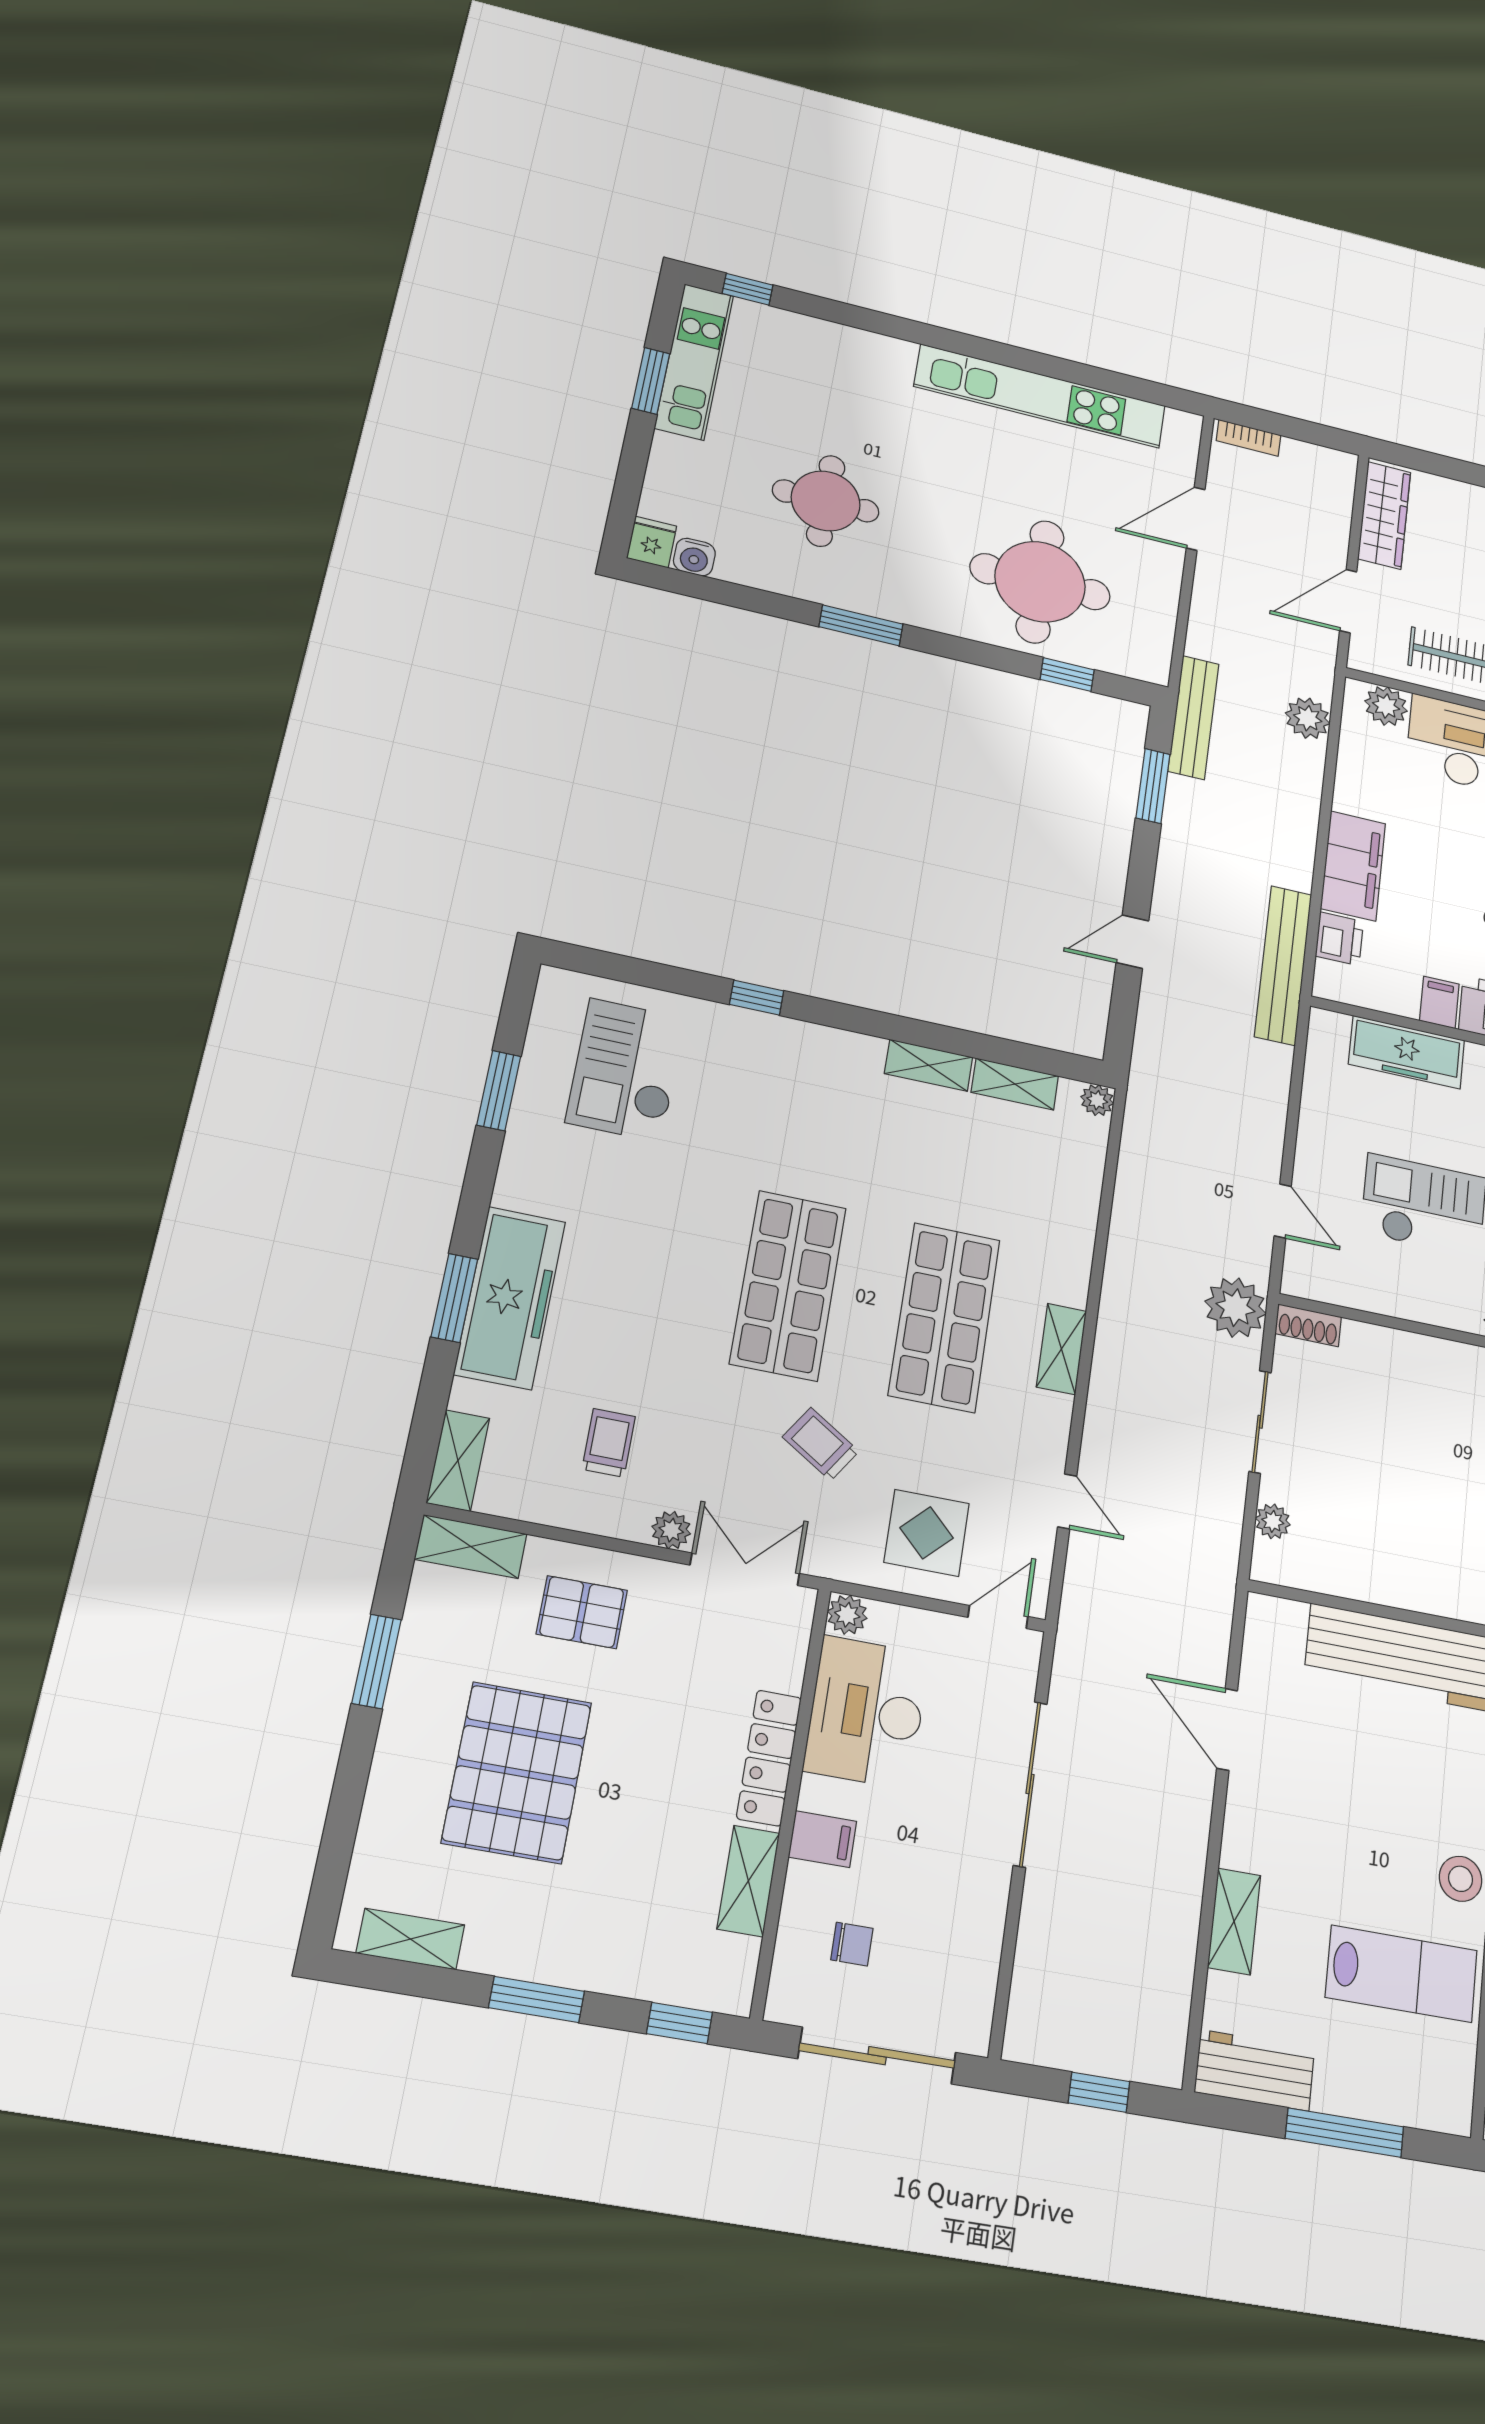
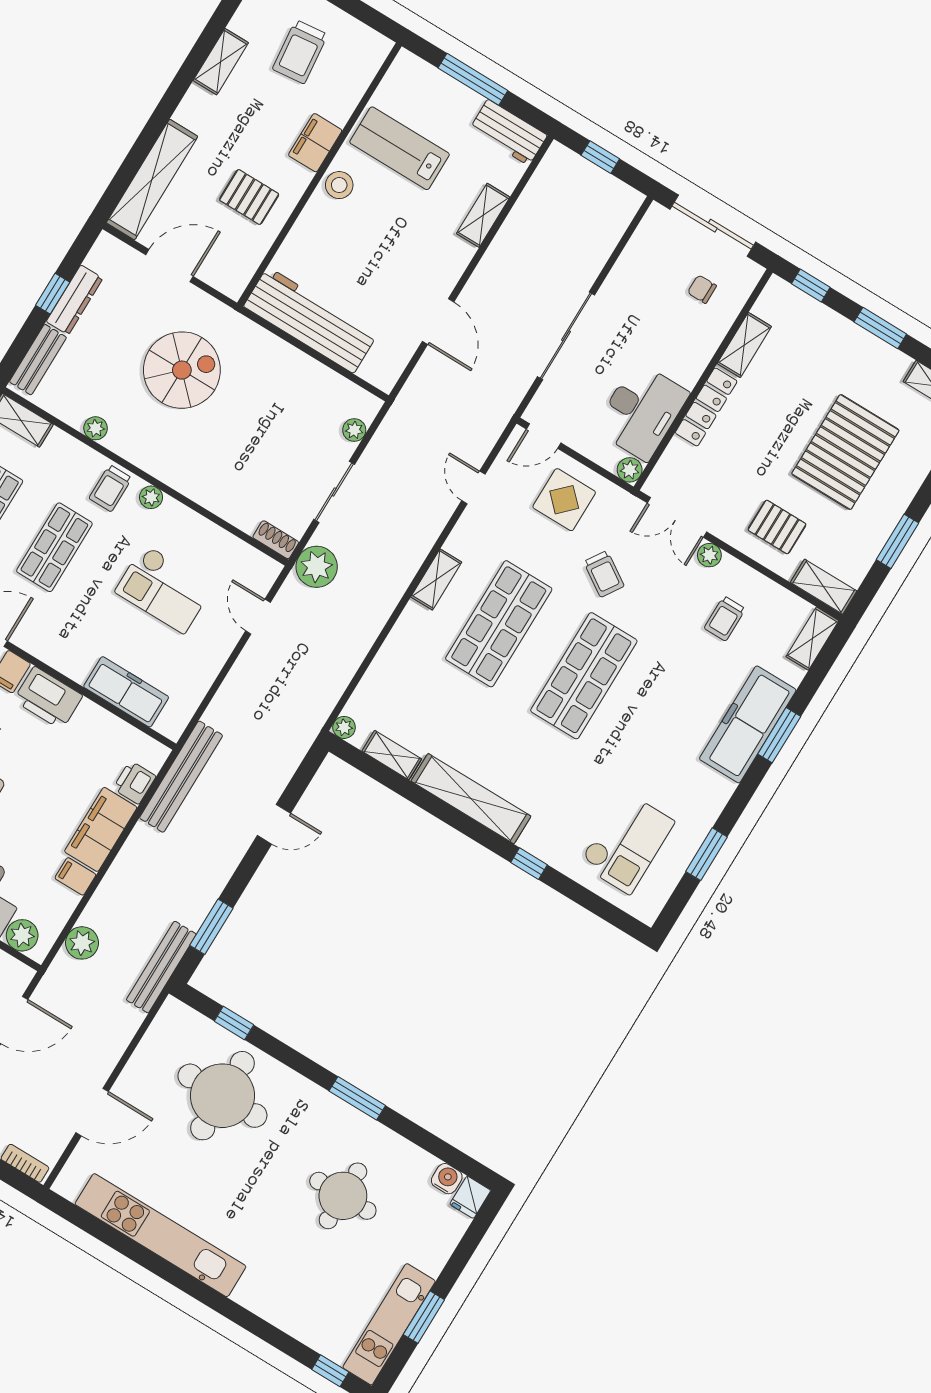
filing cabinet: (1439, 1002) -> (75, 876), moved, turned 90
shelving: (929, 1065) -> (471, 799), width x2.20, depth x1.33
filing cabinet: (822, 1839) -> (695, 351), removed

